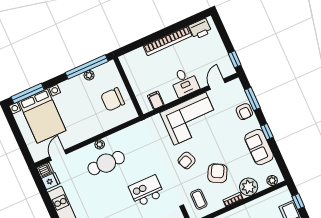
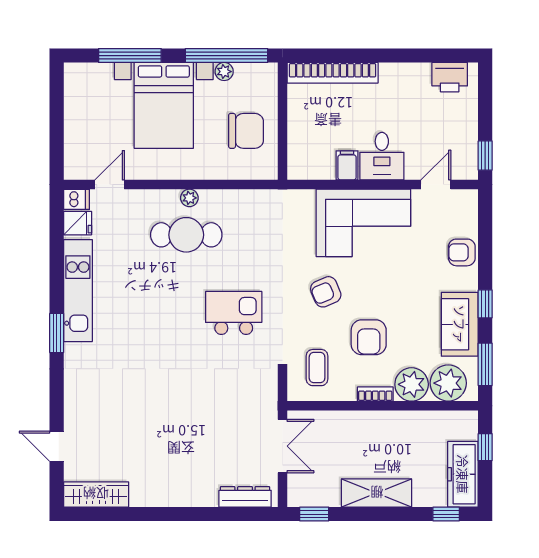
bookcase: (167, 41) -> (333, 73), moved
window: (28, 93) -> (130, 56), moved
chair: (113, 99) -> (246, 131), turned 180
window: (252, 99) -> (485, 364), moved
filing cabinet: (156, 100) -> (347, 165), moved
armchair: (244, 112) -> (462, 252), turned 90
bed with nightstands: (42, 116) -> (164, 105), moved
armchair: (217, 173) -> (369, 337), turned 152
plant: (272, 180) -> (448, 383), width x1.88, depth x1.88

